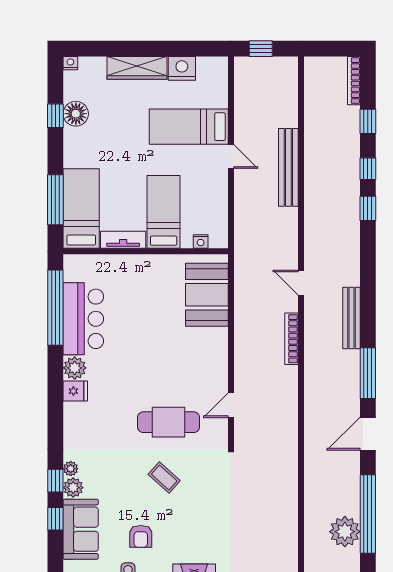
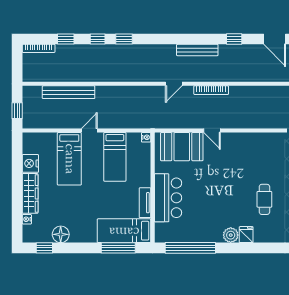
nightstand: (70, 63) -> (27, 219), moved
window: (55, 116) -> (44, 248), moved
bench: (288, 167) -> (69, 92), moved
bed: (164, 212) -> (115, 157), moved, turned -90
nightstand: (201, 241) -> (146, 137), moved
bar counter: (83, 319) -> (168, 198), moved, turned 90
window: (368, 373) -> (234, 39), width x0.46
door: (231, 405) -> (212, 130), moved
cafe table: (169, 422) -> (264, 199), moved, width x0.73, depth x0.74

